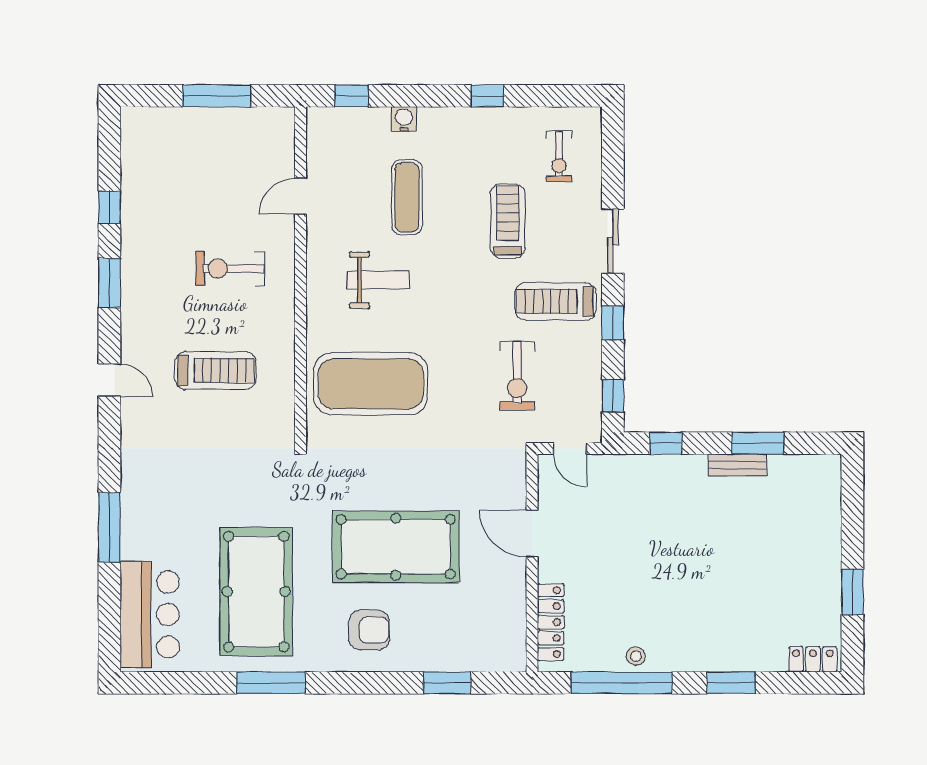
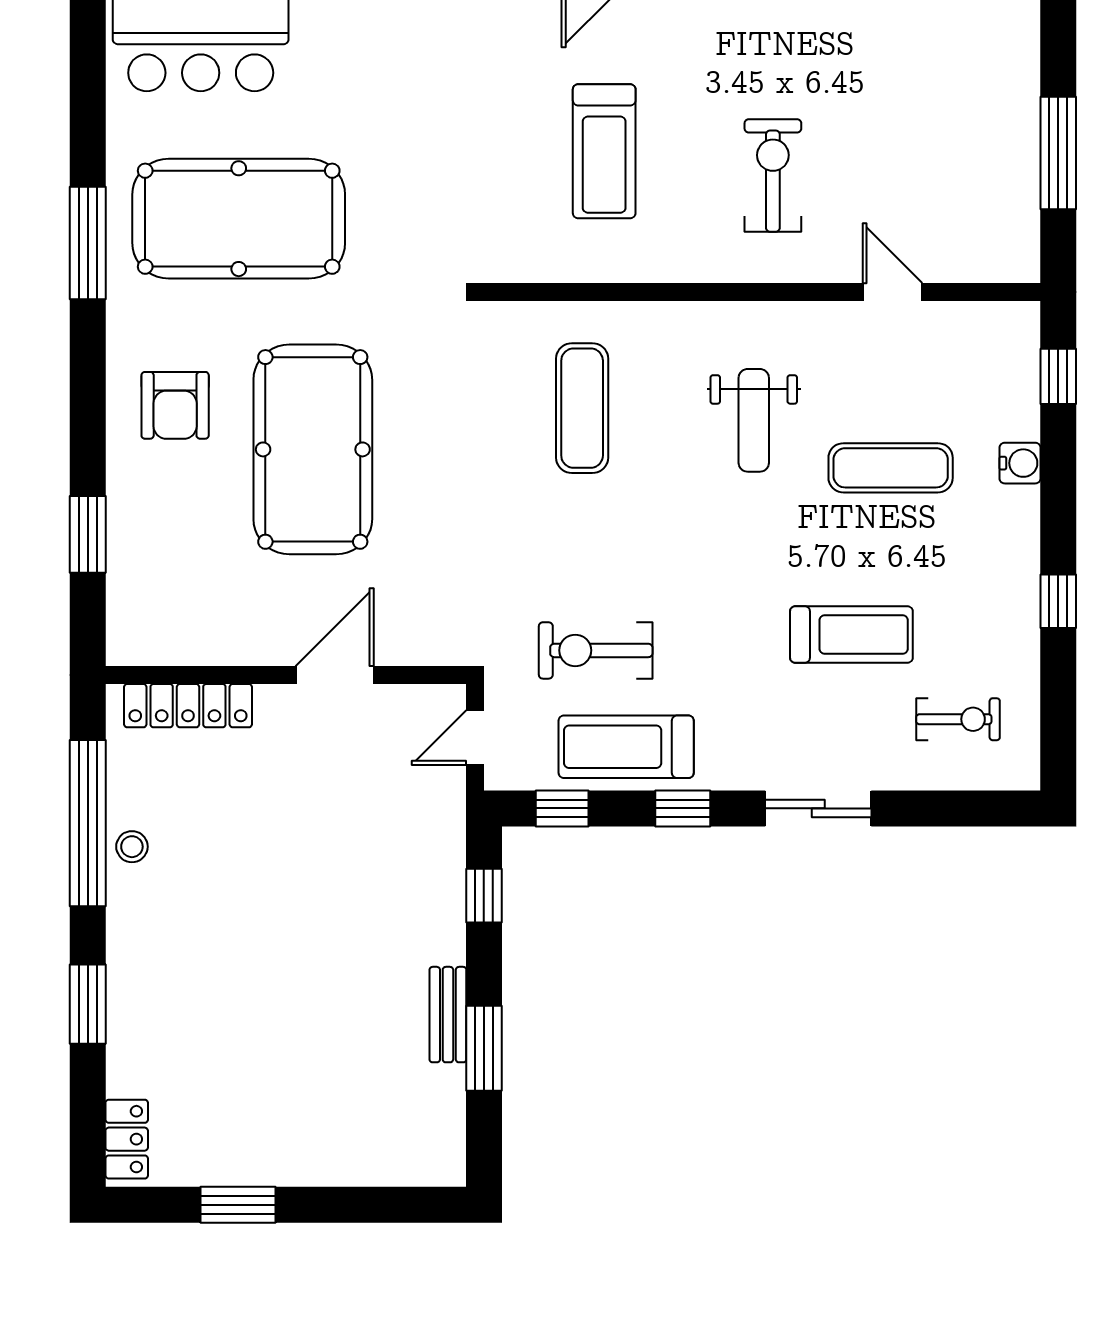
exercise bike: (559, 157) -> (958, 719), turned 180
treadmill: (556, 301) -> (626, 747), moved, turned -90
exercise mat: (371, 384) -> (582, 408), width x0.50, depth x0.69

